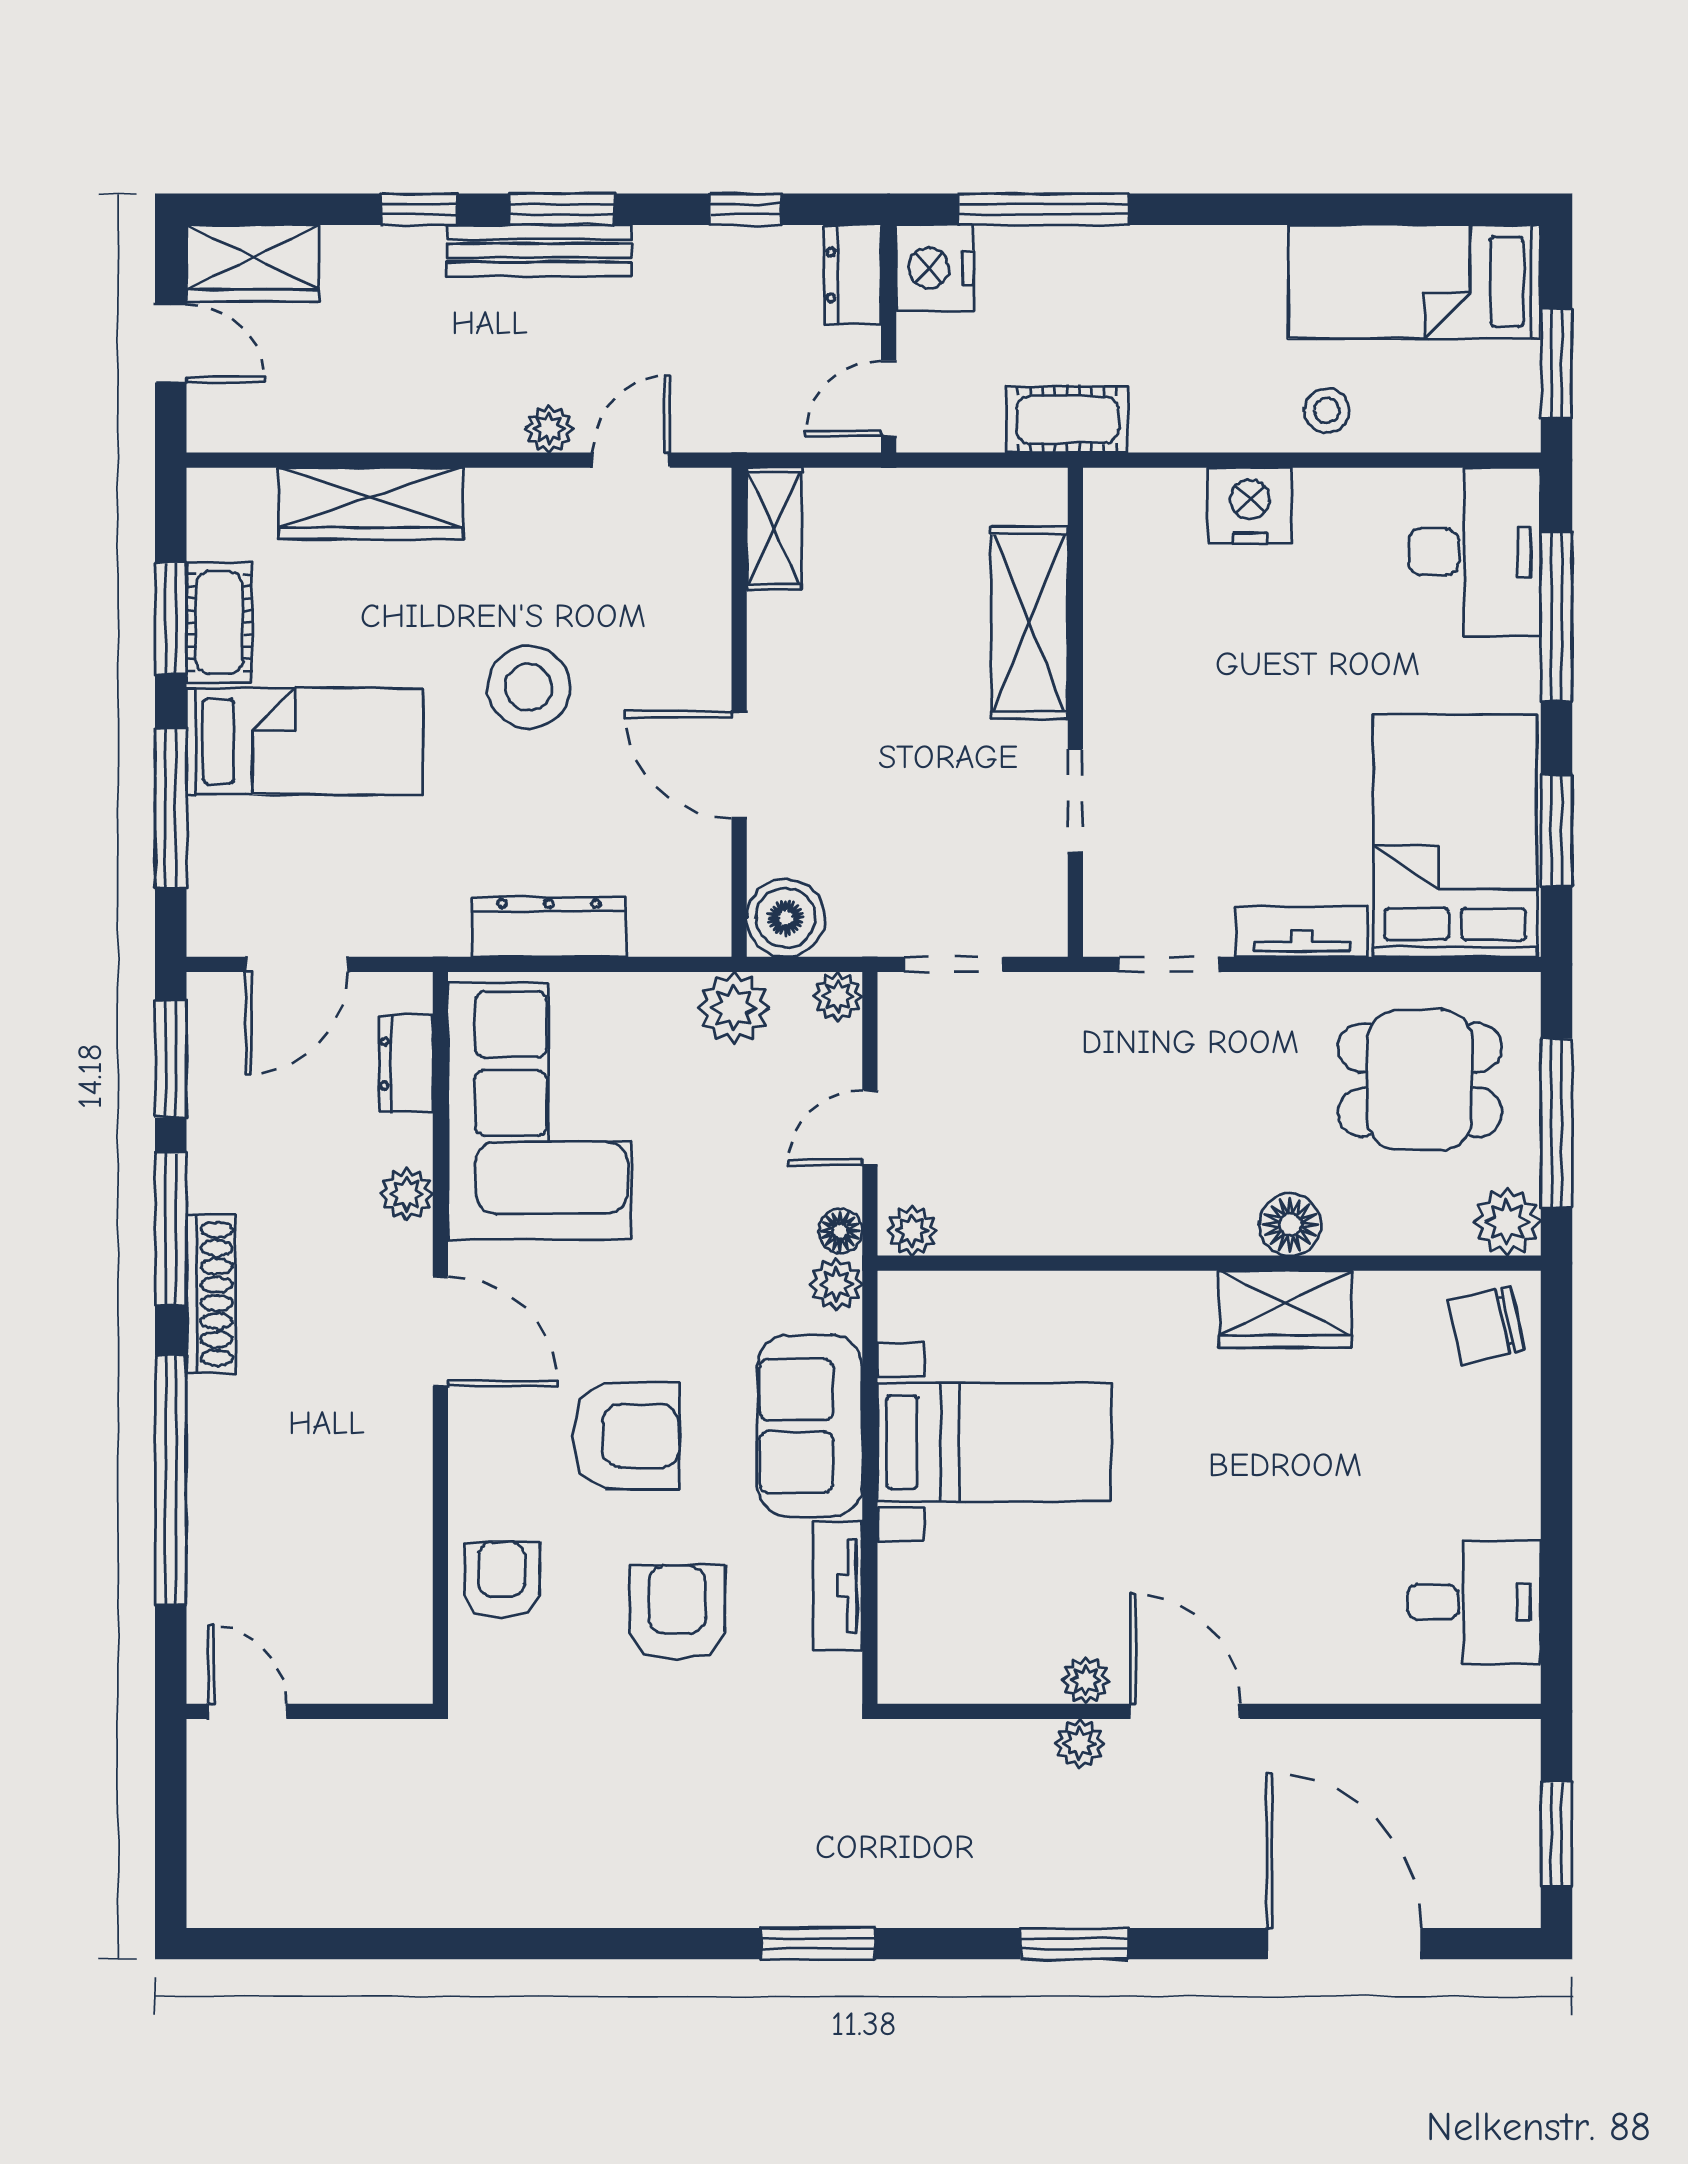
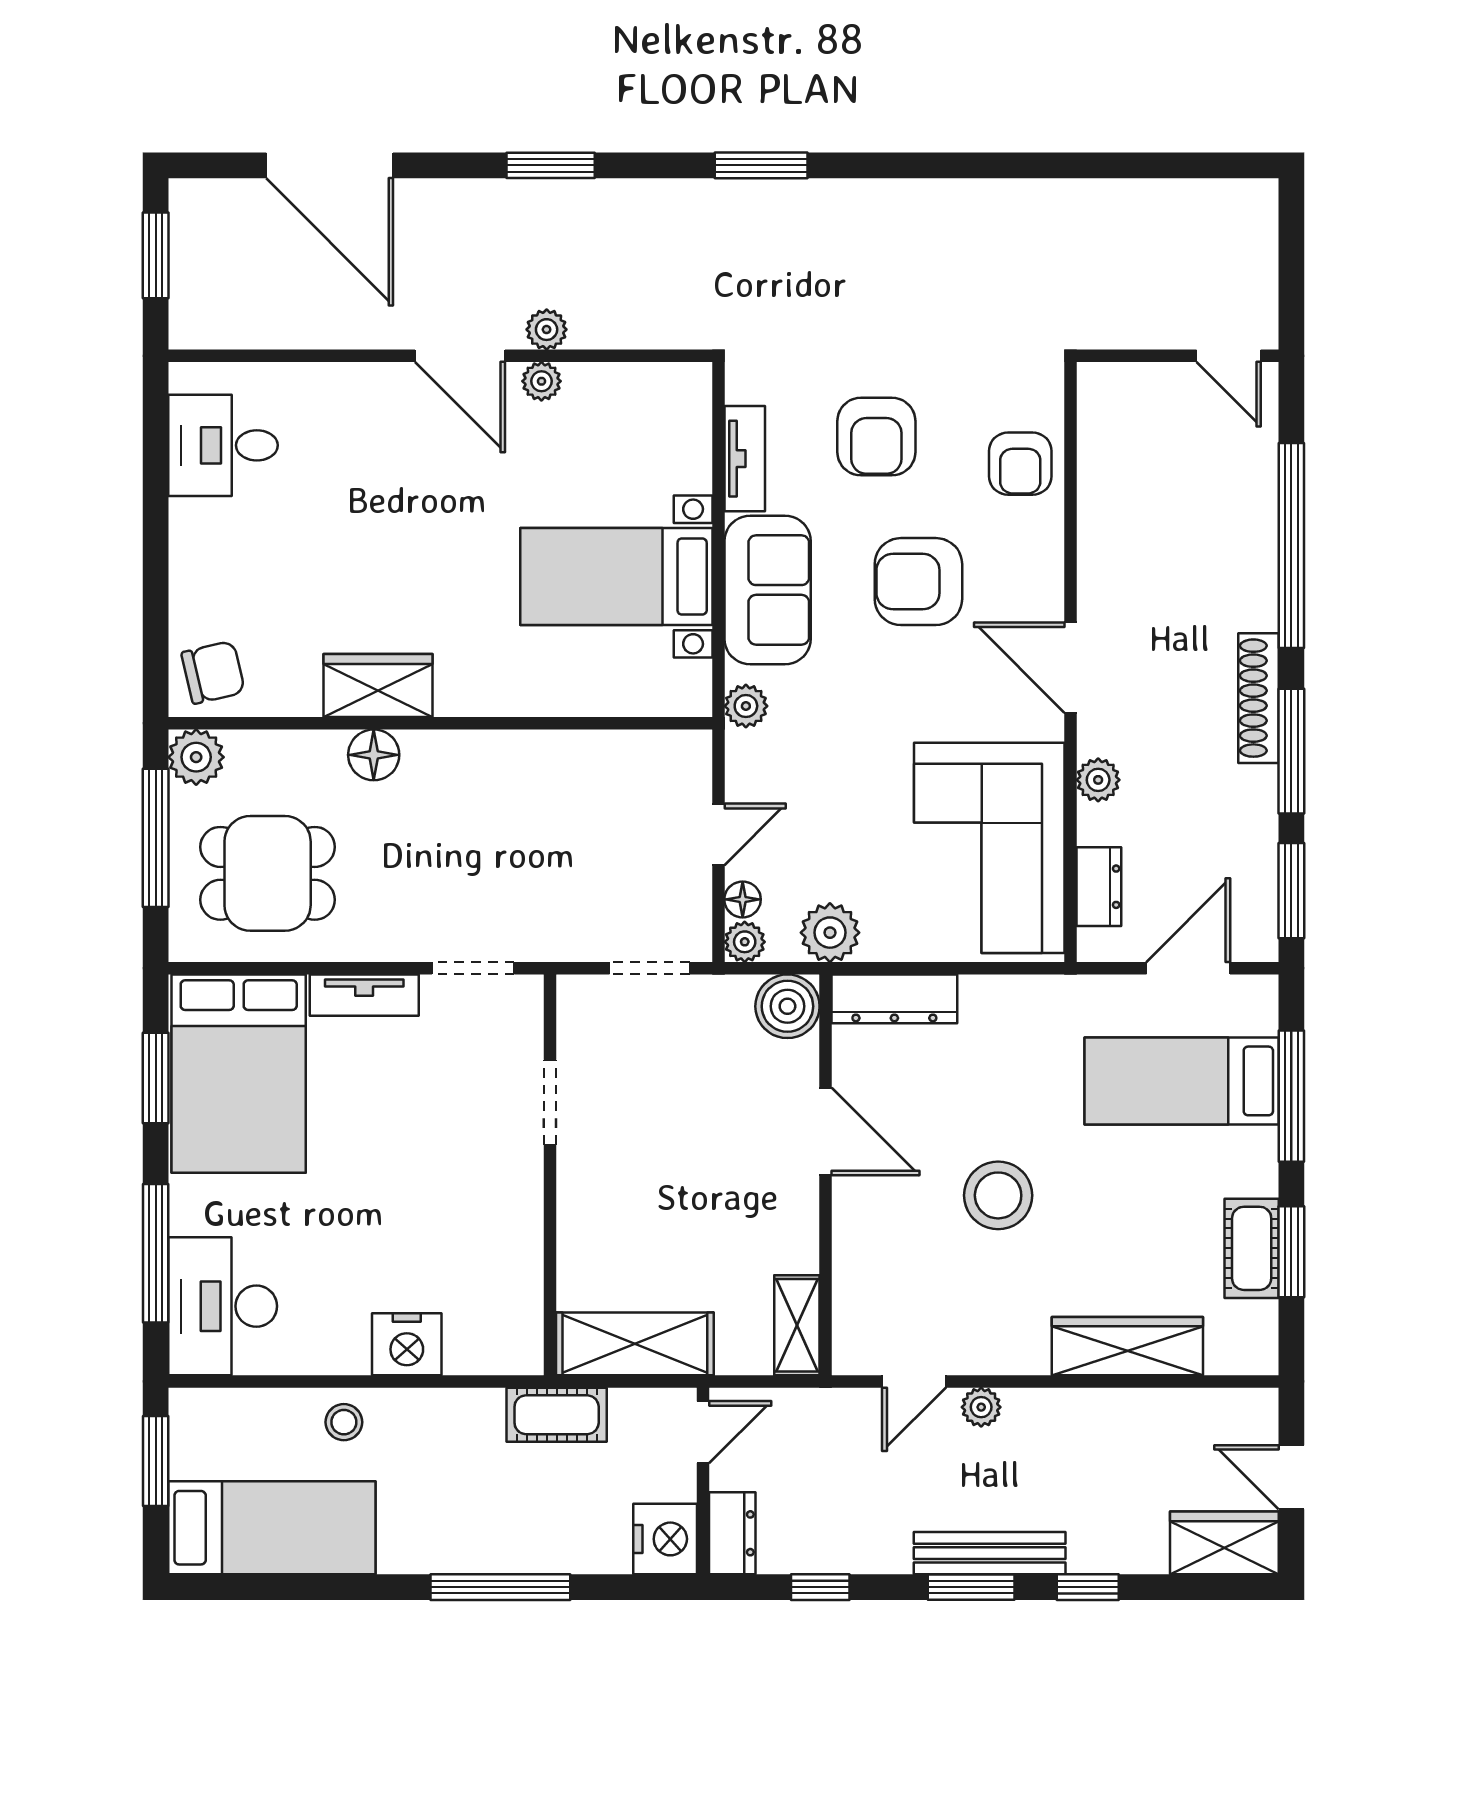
window: (1043, 209) -> (500, 1587), moved
shelving: (1029, 623) -> (635, 1344), moved, turned 90
bed: (305, 741) -> (1182, 1081), moved
dresser: (549, 927) -> (894, 999), moved
floor lamp: (840, 1231) -> (743, 899), moved
plant: (912, 1231) -> (684, 750), removed

